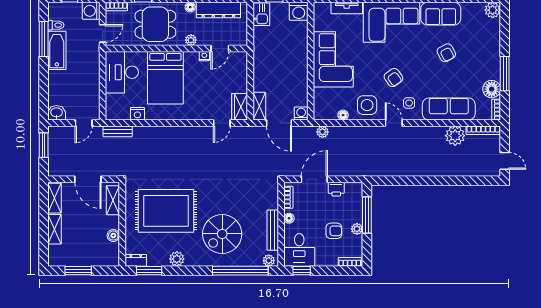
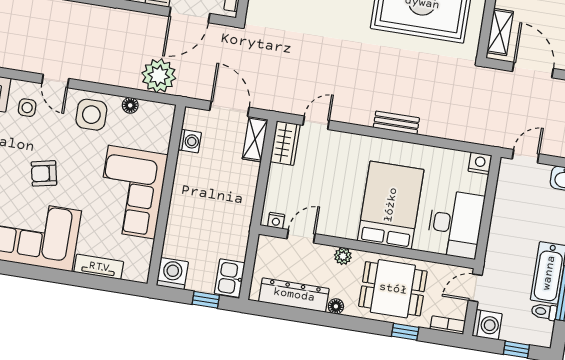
nightstand: (204, 56) -> (276, 221), moved
armchair: (393, 78) -> (44, 173), moved, turned -67
washing machine: (301, 113) -> (190, 141), moved, turned -90
nightstand: (137, 114) -> (480, 163), moved
bench: (118, 131) -> (396, 123), moved
plant: (323, 132) -> (159, 76), width x1.88, depth x1.88

